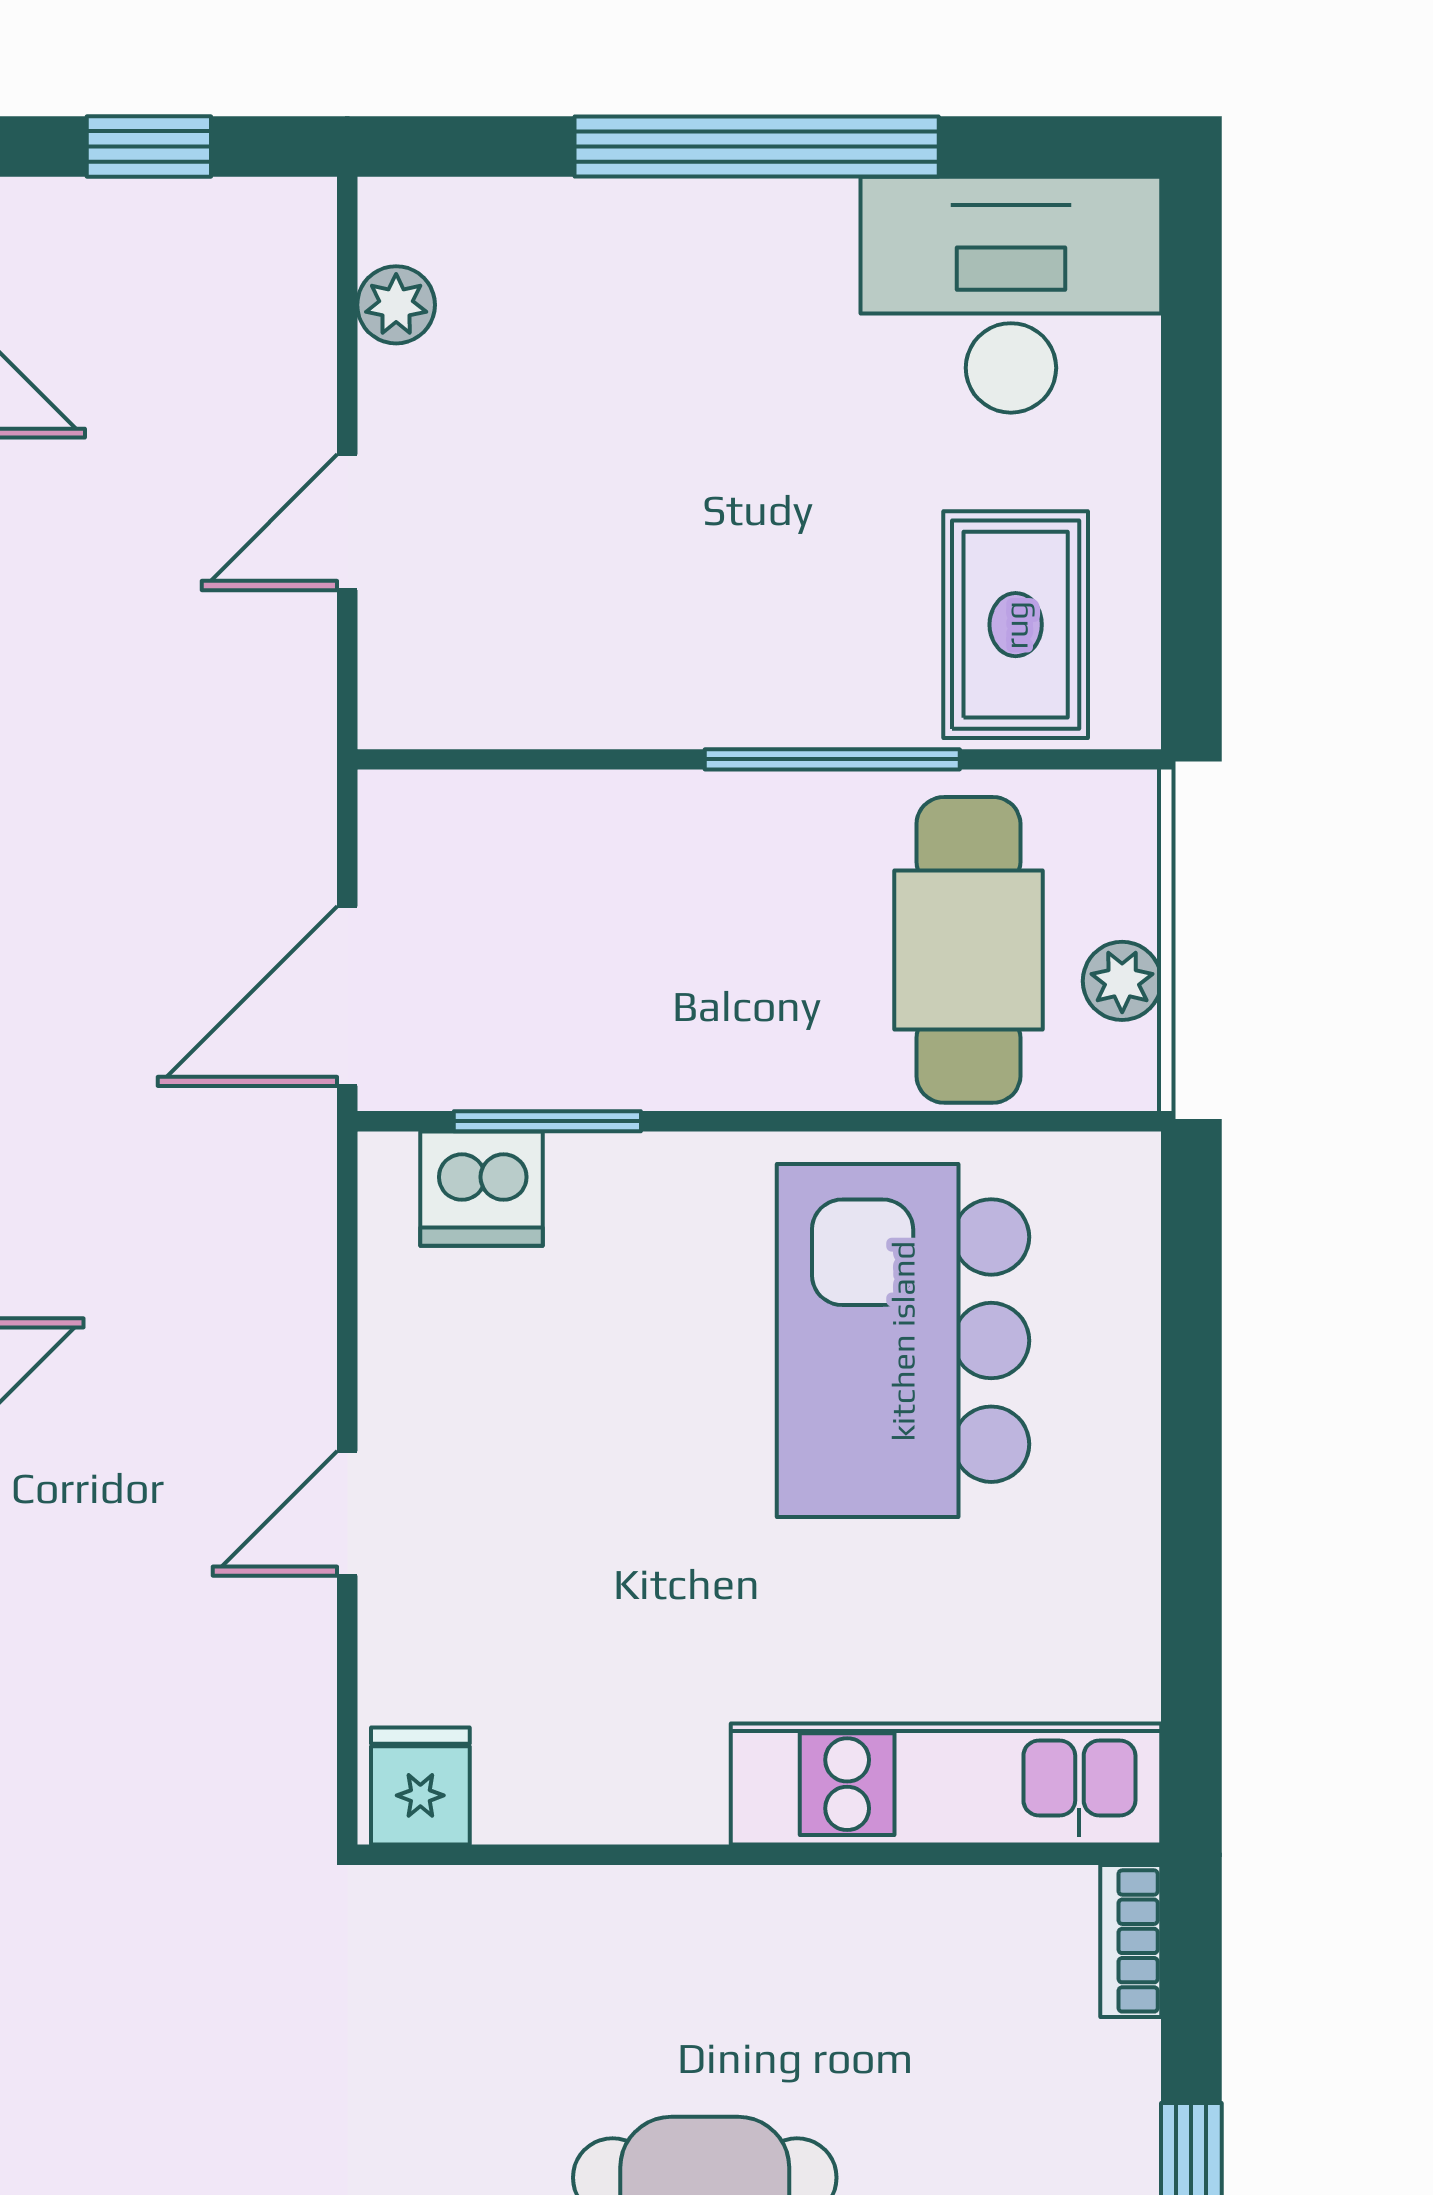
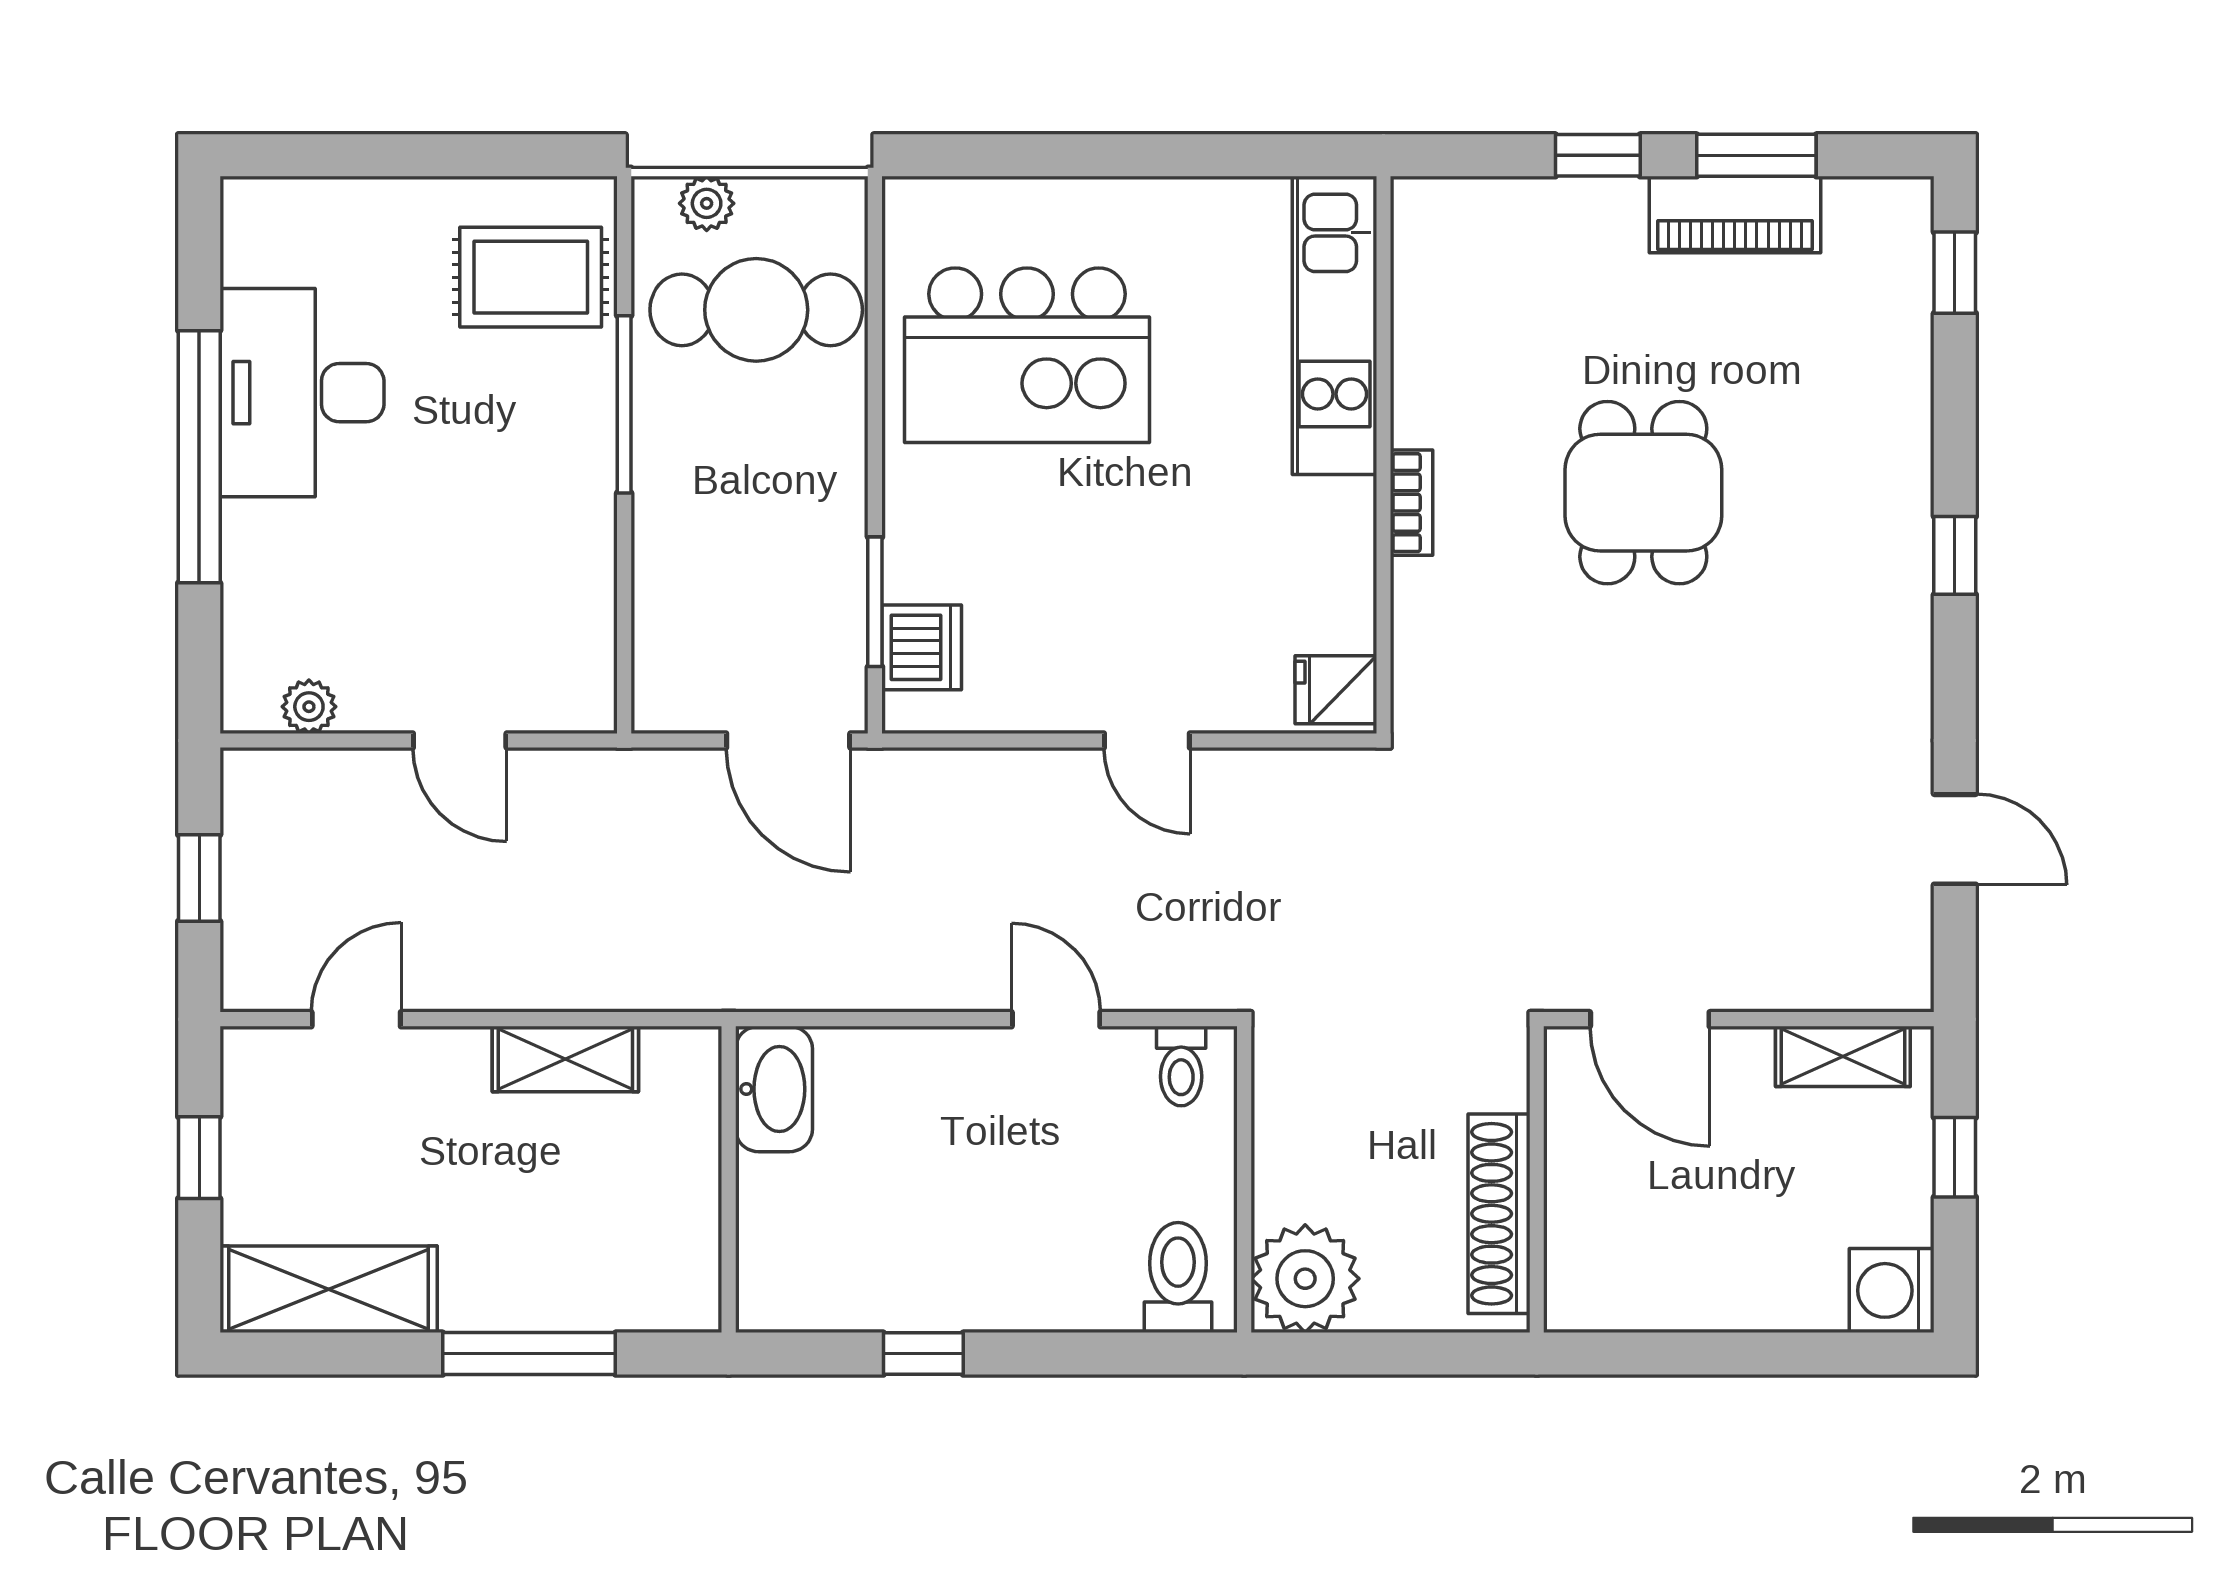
desk: (1011, 295) -> (302, 393), moved
plant: (1122, 981) -> (707, 203), moved
bookcase: (1131, 1941) -> (1412, 503), moved, turned -90

